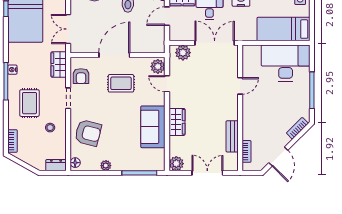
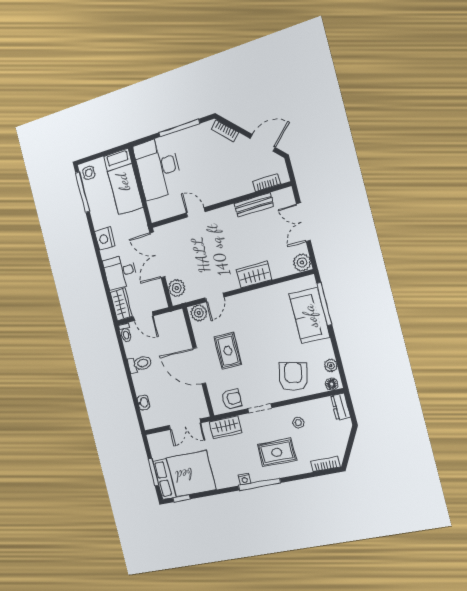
sofa: (153, 127) -> (310, 316), moved, turned 90
plant: (106, 166) -> (331, 365), moved

